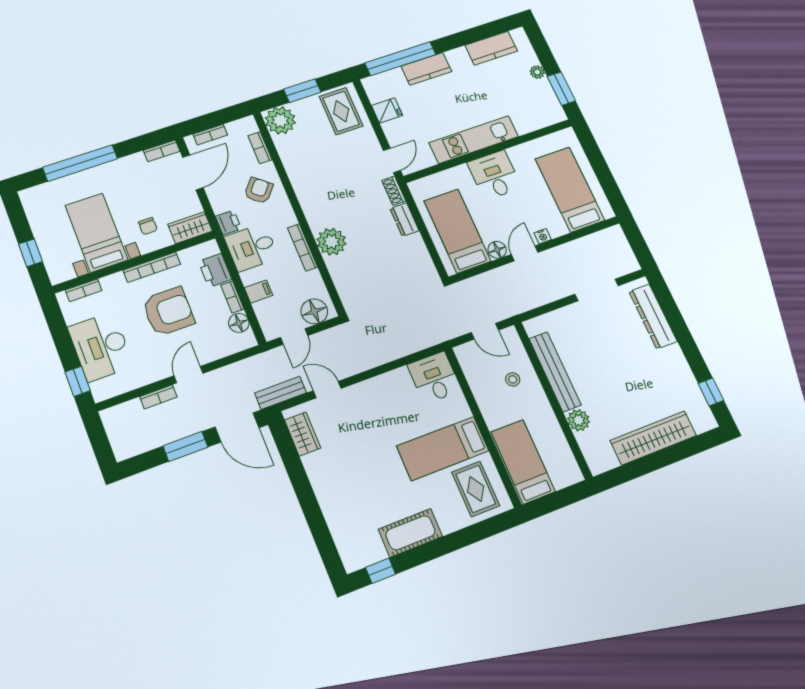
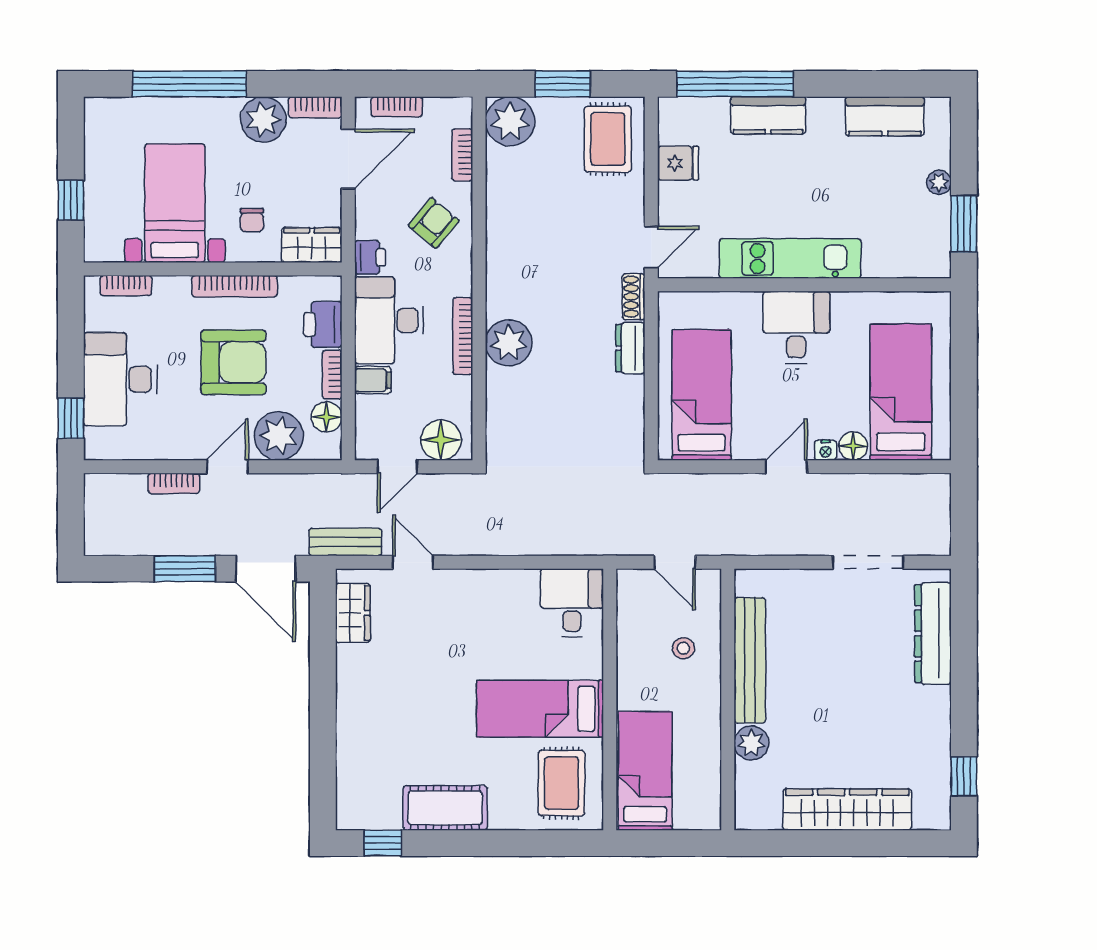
plant: (133, 168) -> (263, 119), added
desk: (252, 247) -> (389, 320), width x1.37
floor lamp: (497, 250) -> (853, 446), moved
plant: (214, 345) -> (279, 436), added

